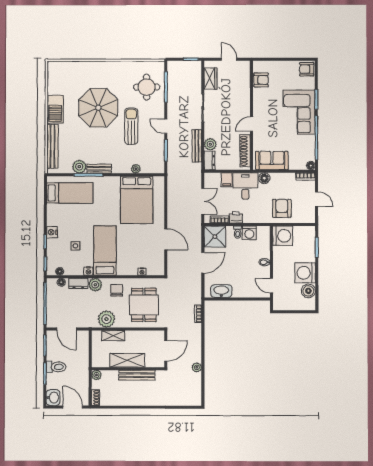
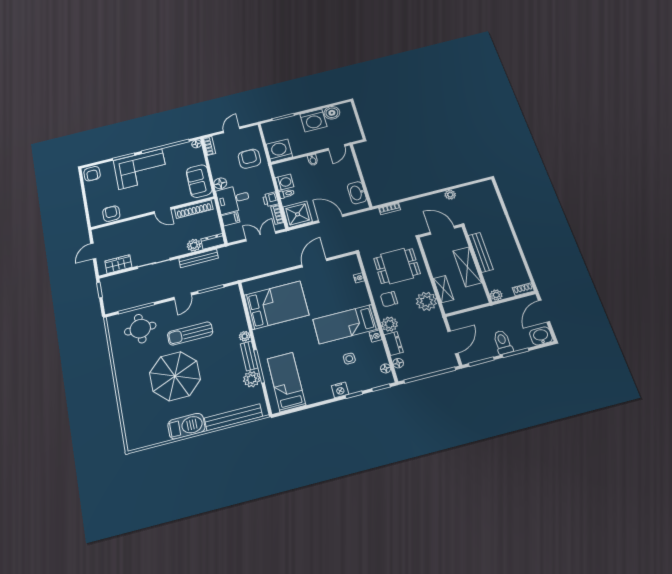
plant: (136, 169) -> (245, 336), moved
armchair: (282, 208) -> (249, 159), turned 90

